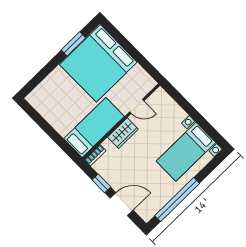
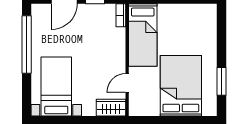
bed: (98, 63) -> (181, 86), width x0.73
wardrobe: (123, 133) -> (111, 108), moved, turned 90

